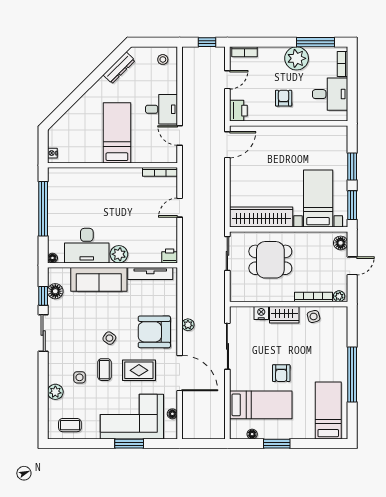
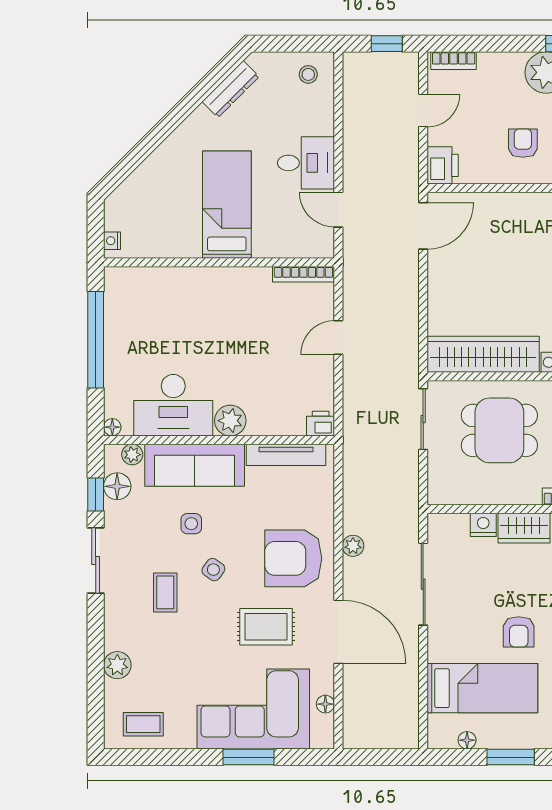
plant: (64, 273) -> (132, 455), added
coffee table: (104, 370) -> (165, 592), moved
side table: (79, 377) -> (191, 524), moved

